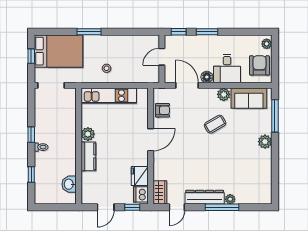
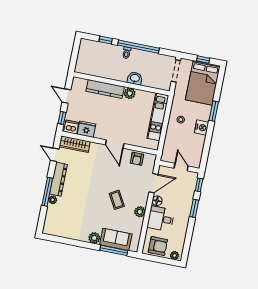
nightstand: (111, 42) -> (202, 128), added
sofa: (249, 98) -> (116, 239), moved, turned 90
window: (31, 135) -> (138, 47), width x3.17
kitchen counter: (88, 156) -> (105, 89), width x1.50
washbasin: (69, 184) -> (135, 78), moved
wardrobe: (160, 192) -> (75, 144), width x1.50

